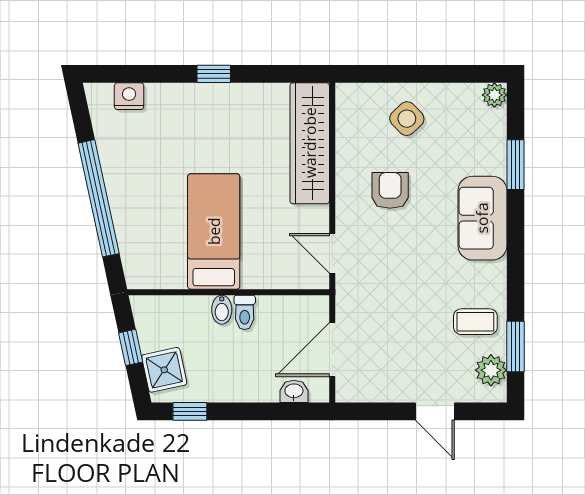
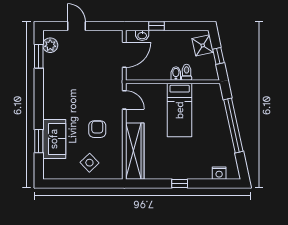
plant: (494, 95) -> (49, 174), removed
armchair: (390, 190) -> (97, 129), turned 180
sofa: (482, 218) -> (54, 139), moved
toilet: (245, 312) -> (187, 72), moved
coffee table: (475, 322) -> (57, 68), removed
window: (190, 411) -> (157, 26), moved

